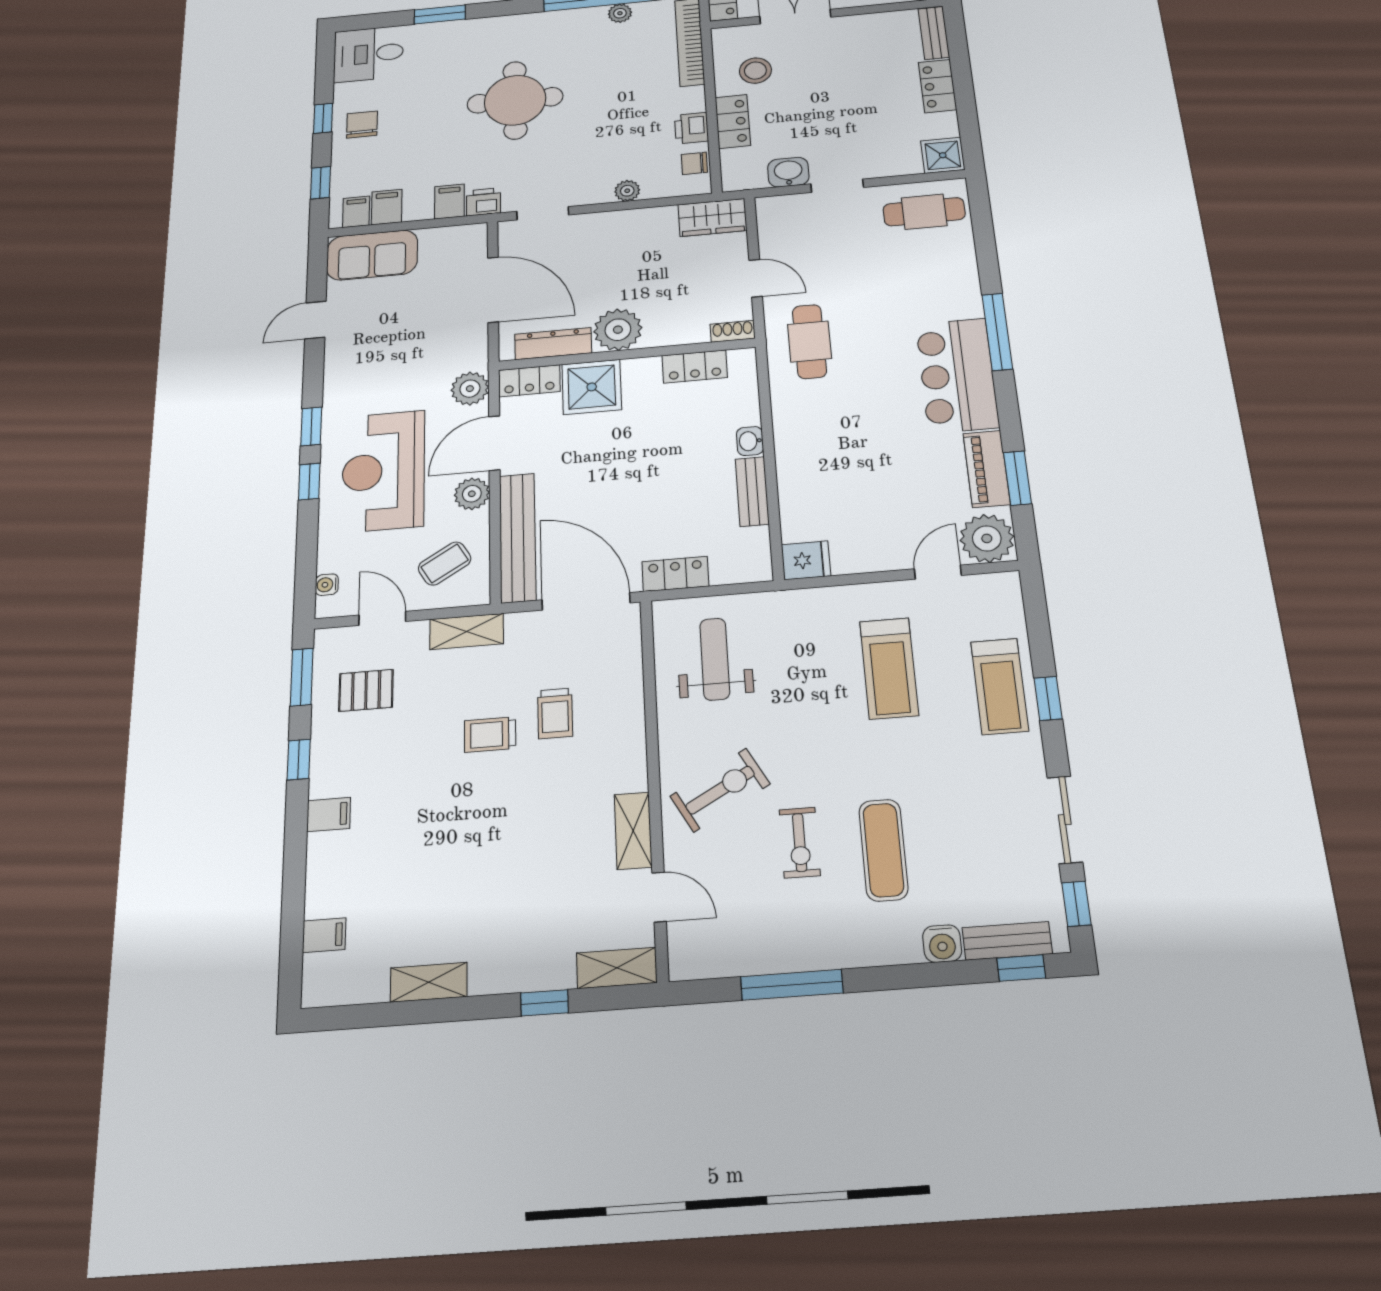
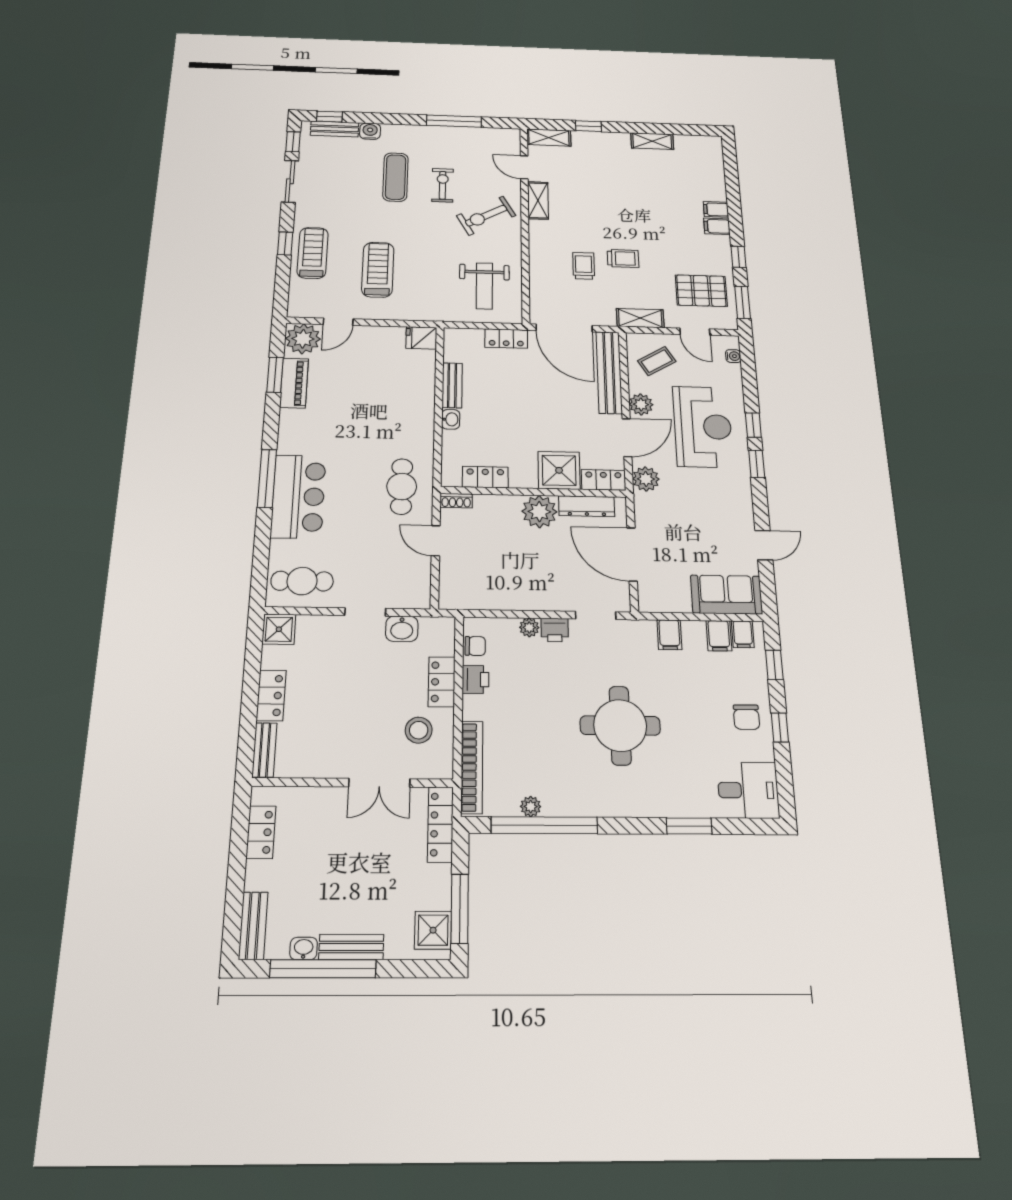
printer: (483, 202) -> (555, 630), moved
wardrobe: (712, 218) -> (464, 596), removed
bar counter: (957, 375) -> (298, 496), moved
pallet: (366, 690) -> (701, 291), width x1.50, depth x1.42
filing cabinet: (324, 935) -> (716, 209), moved

